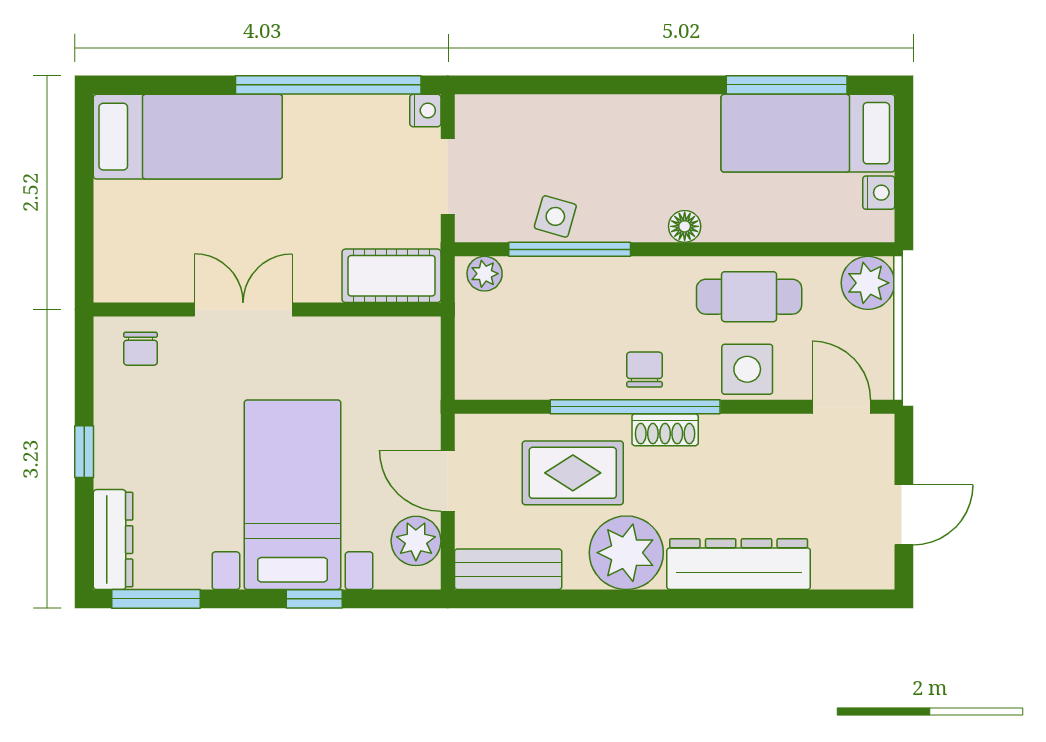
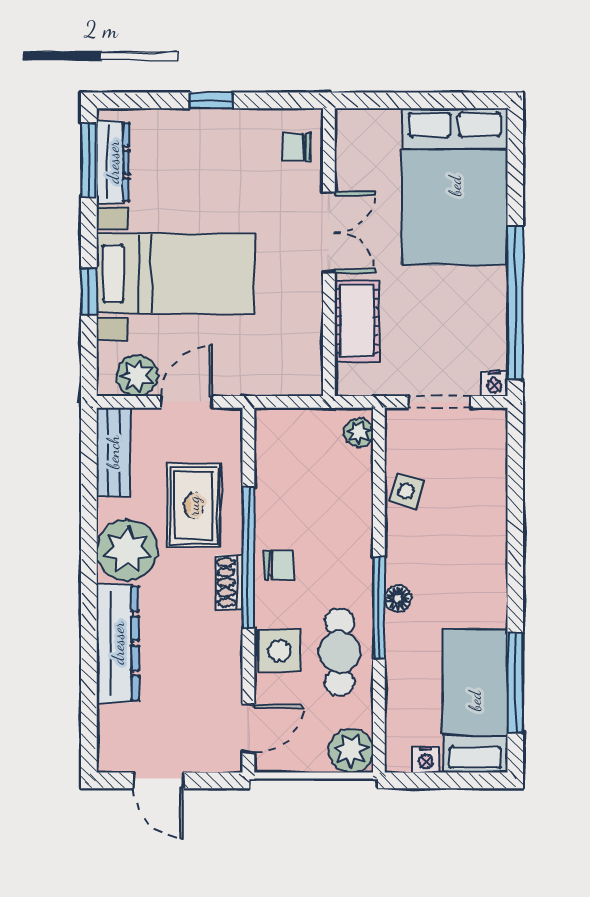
bed: (188, 137) -> (455, 186), width x1.50
window: (570, 249) -> (379, 608), moved
cot: (391, 276) -> (357, 321), moved
dresser: (113, 540) -> (113, 162), moved, turned -90

